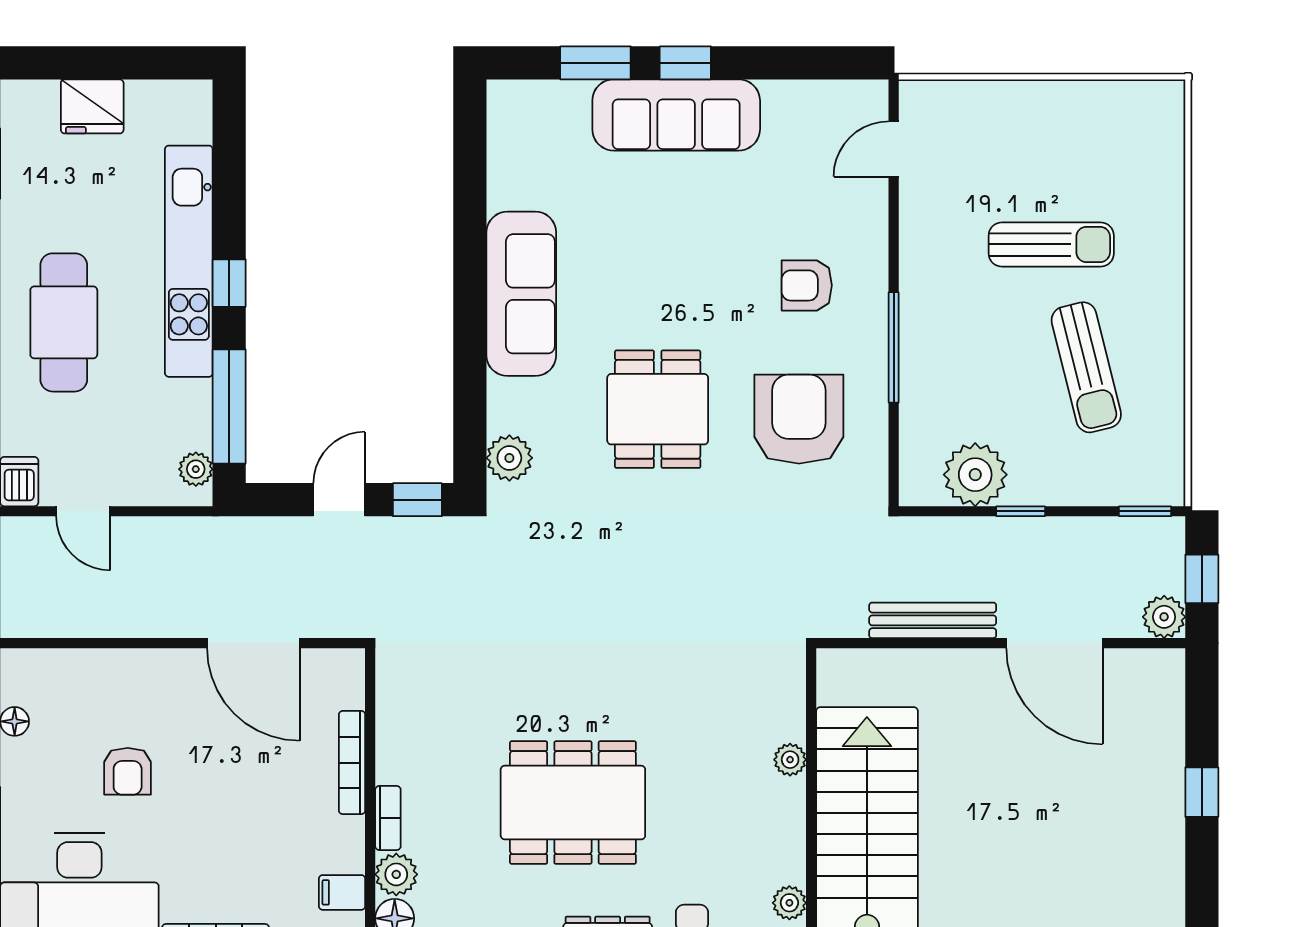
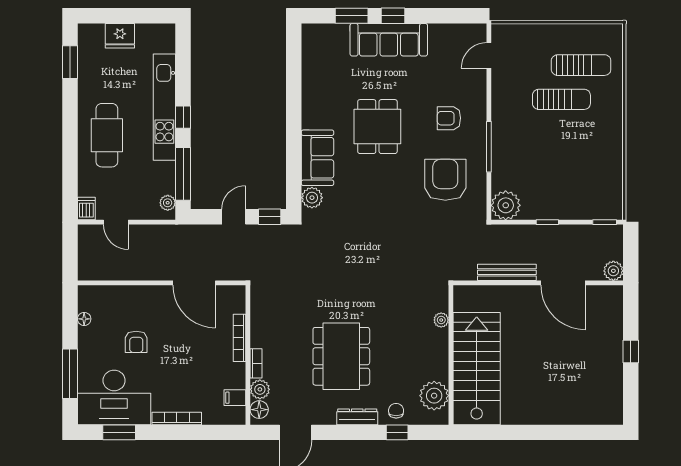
sofa: (521, 294) -> (317, 158), moved, width x0.73
sun lounger: (1086, 367) -> (581, 65), moved, turned -76
dining table: (658, 409) -> (377, 127), moved
plant: (975, 475) -> (506, 205), moved
window: (1202, 579) -> (631, 253), removed
plant: (790, 760) -> (441, 320), moved
dining table: (573, 803) -> (341, 356), turned 90
plant: (789, 903) -> (434, 396), width x1.88, depth x1.88

